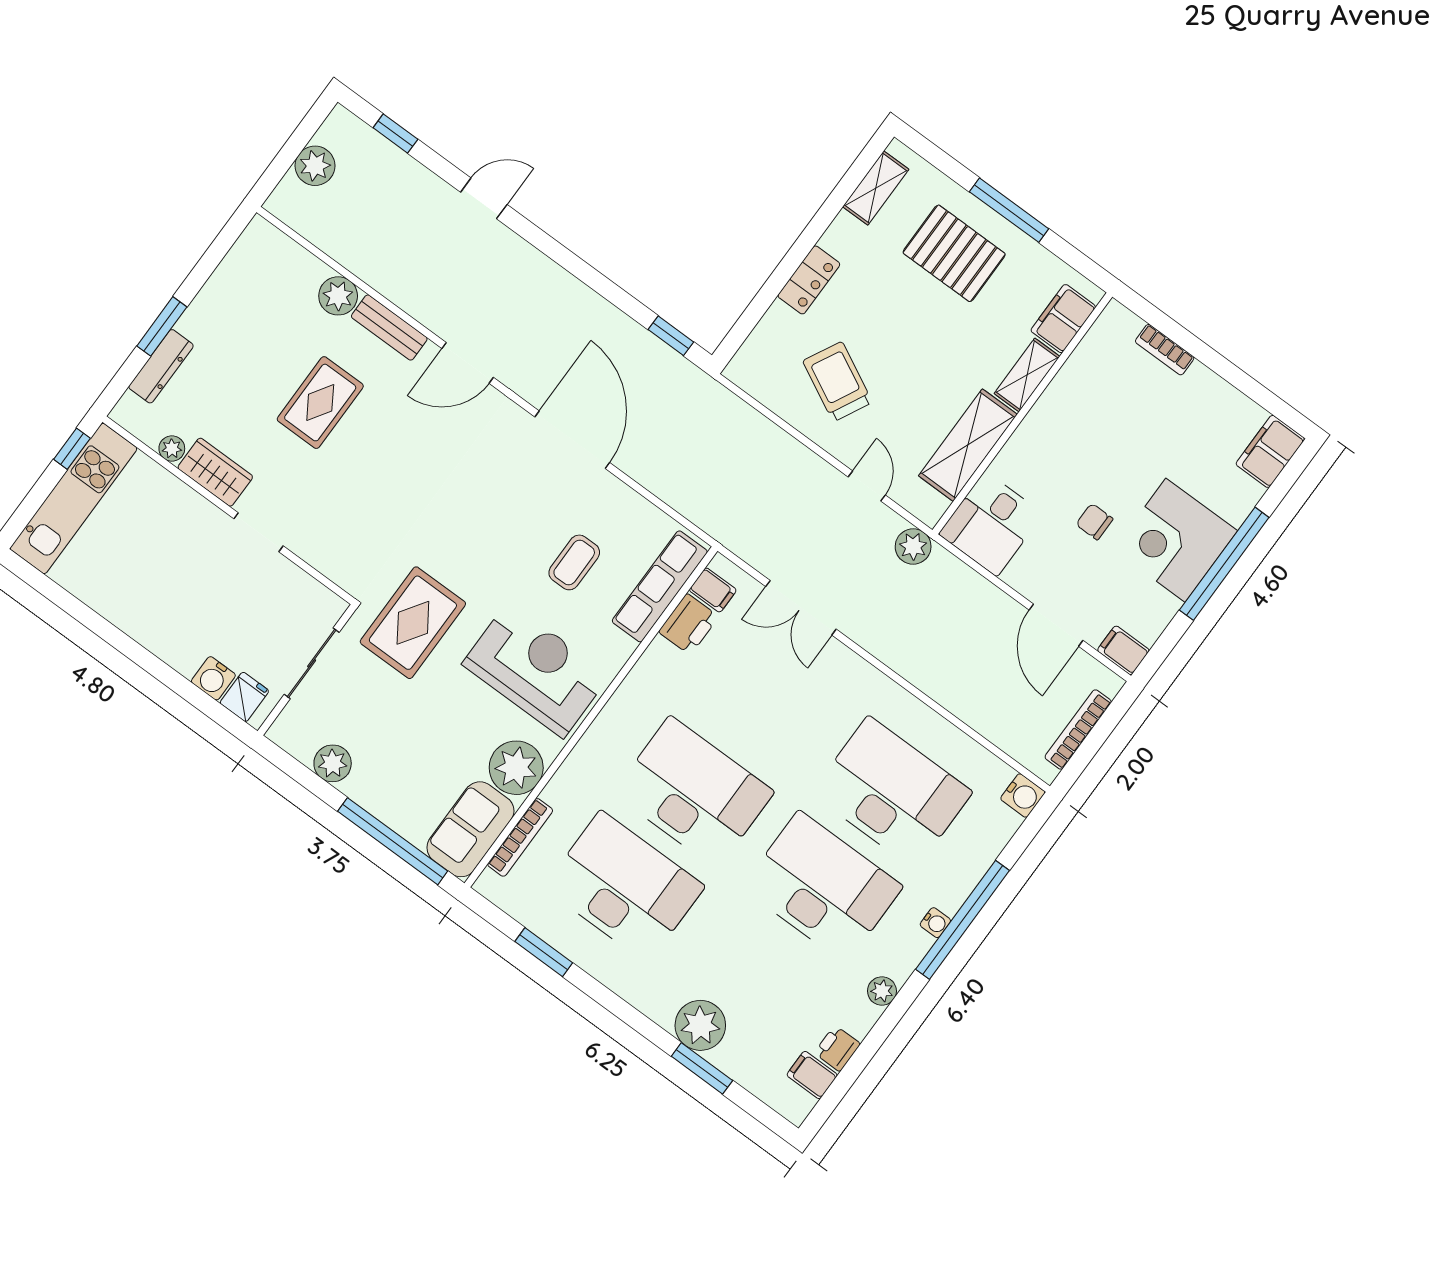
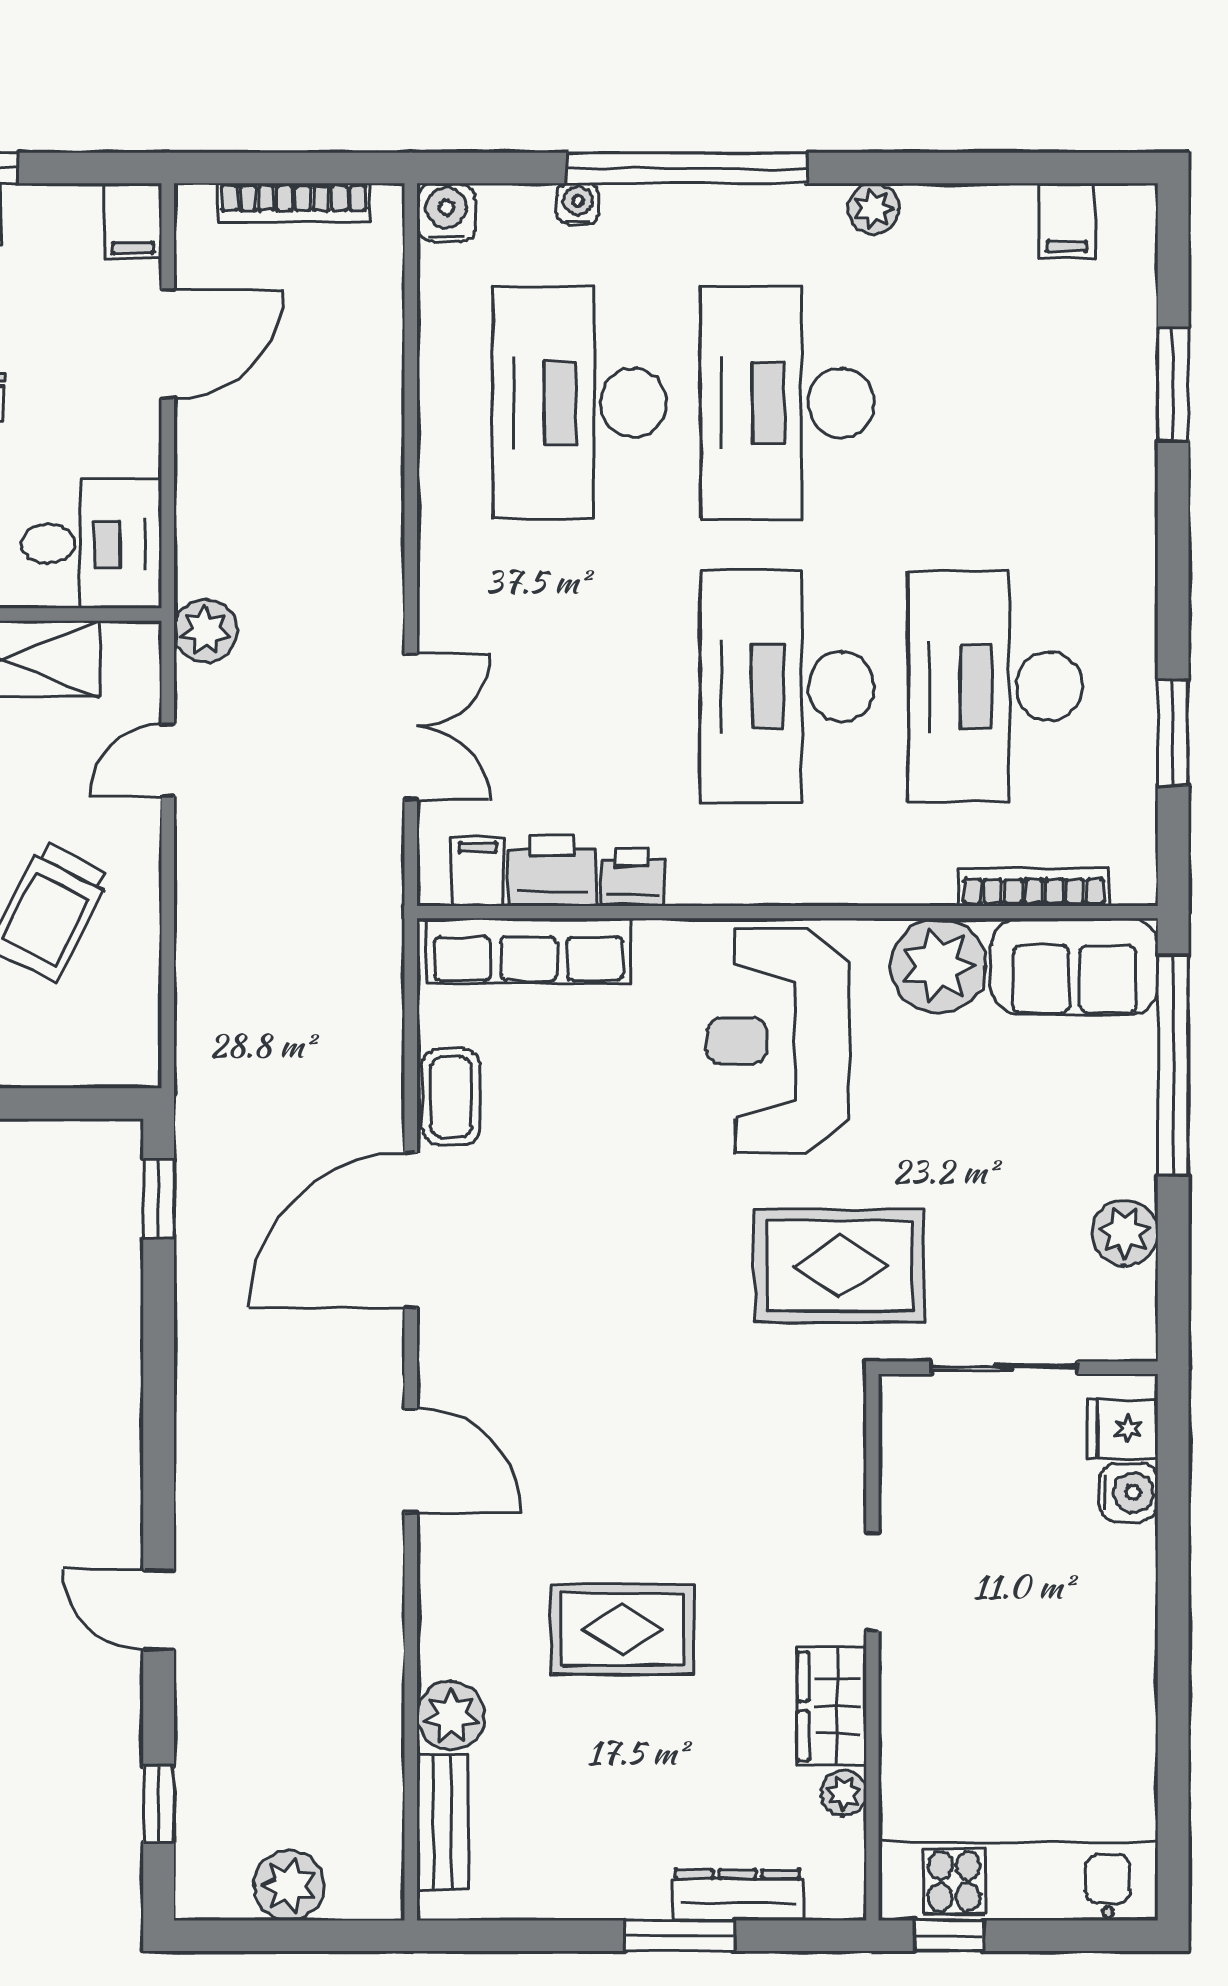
bench: (389, 328) -> (442, 1822), moved
coffee table: (574, 562) -> (451, 1097), moved, turned 90
water cooler: (935, 923) -> (578, 204), moved
plant: (700, 1025) -> (1113, 432), removed
printer: (837, 1048) -> (632, 877), moved, turned 180

